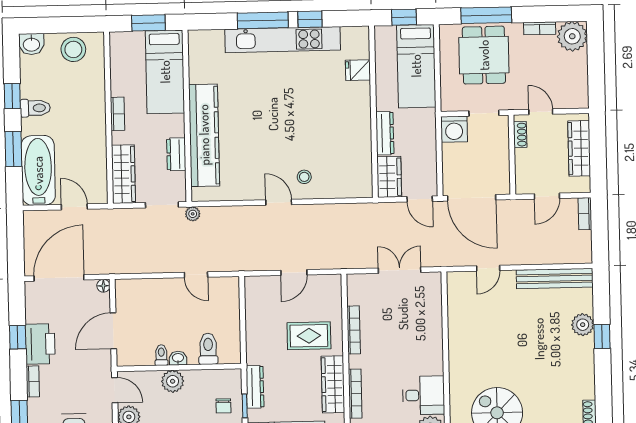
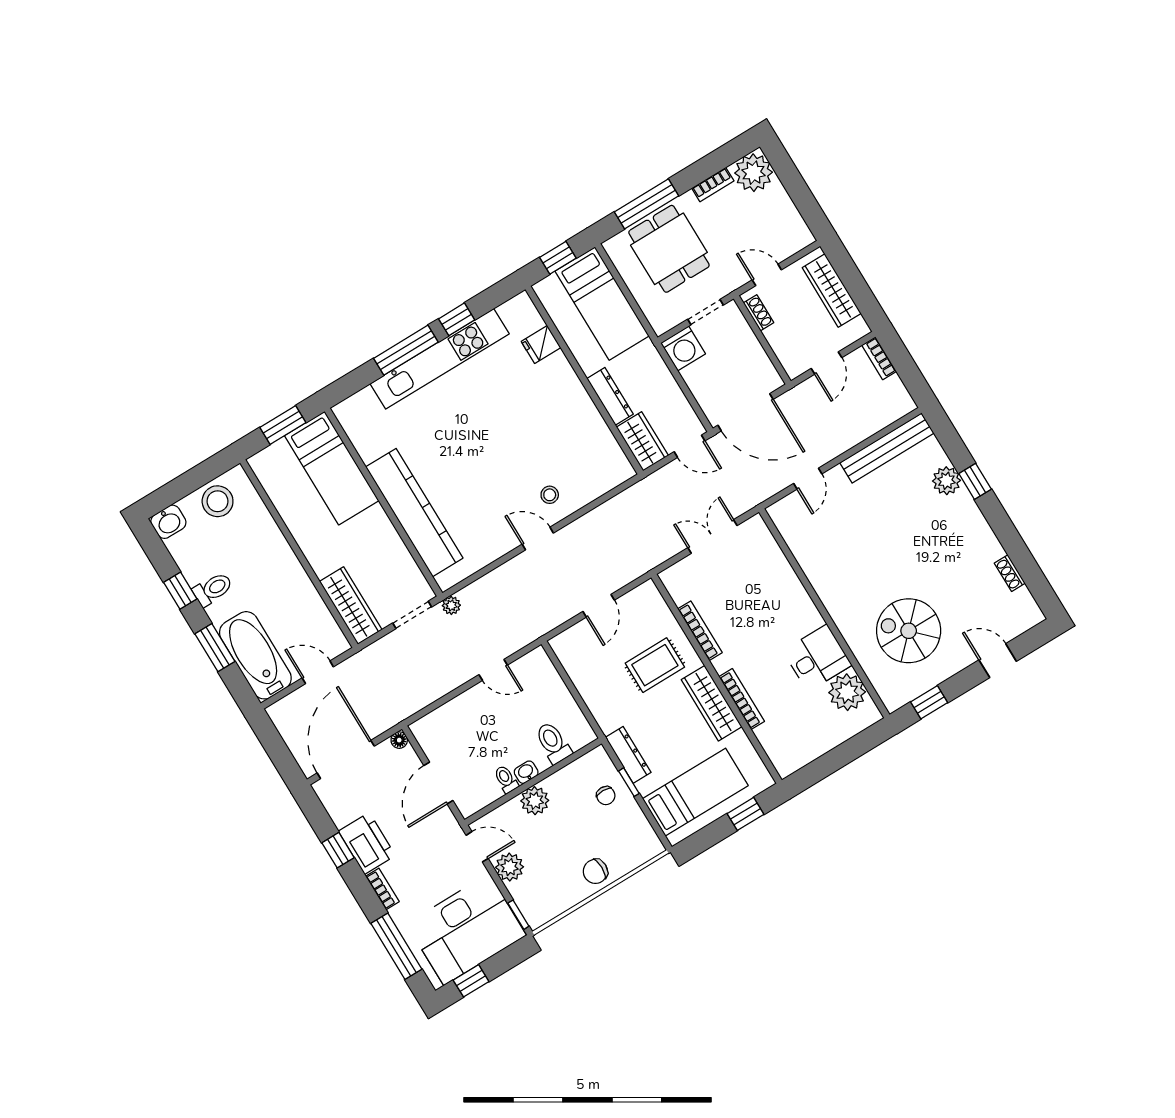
bookcase: (117, 114) -> (306, 544), removed
dresser: (176, 154) -> (396, 551), removed

